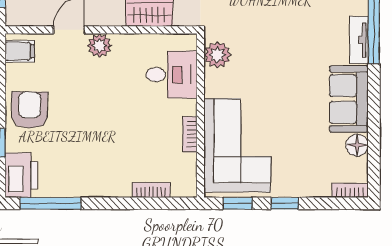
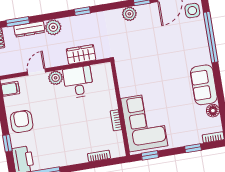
tv unit: (359, 40) -> (204, 50), removed
plant: (217, 55) -> (124, 72), removed
desk: (172, 75) -> (78, 82), moved, turned -90
window: (285, 203) -> (193, 148), moved

